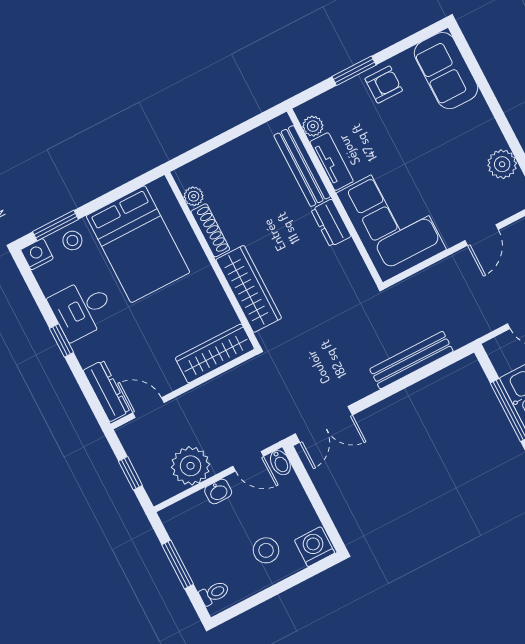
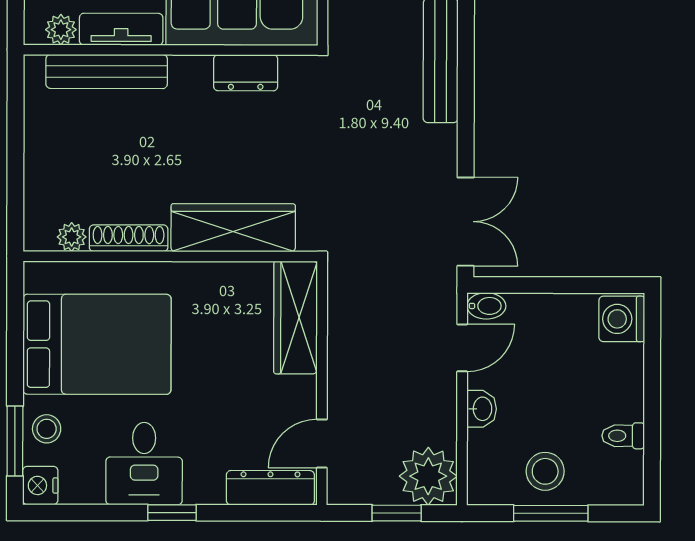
dresser: (331, 223) -> (246, 73), moved
plant: (191, 466) -> (428, 476), moved
stool: (266, 550) -> (545, 471), moved
toilet: (214, 593) -> (623, 436), moved, turned -90

